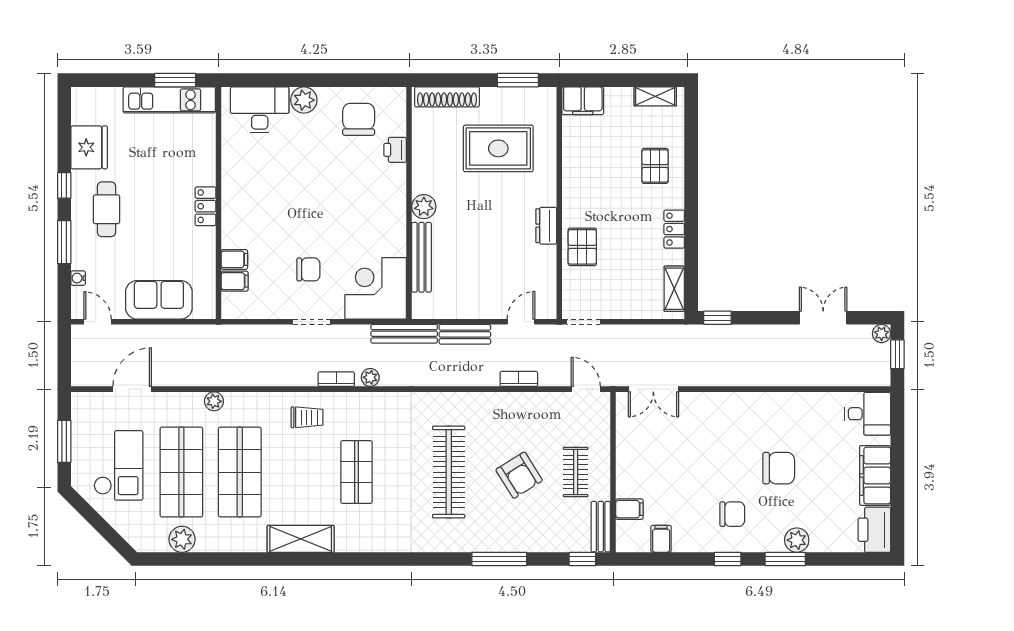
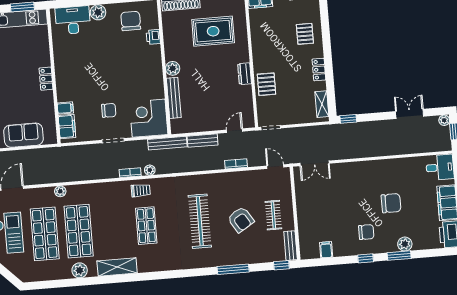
filing cabinet: (235, 281) -> (67, 127), width x2.00
trolley: (307, 417) -> (141, 190), moved
filing cabinet: (629, 509) -> (306, 234), removed
plant: (182, 539) -> (80, 270), moved

